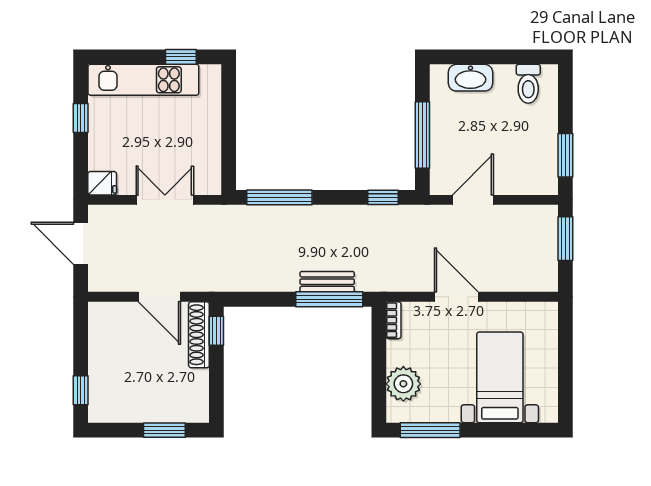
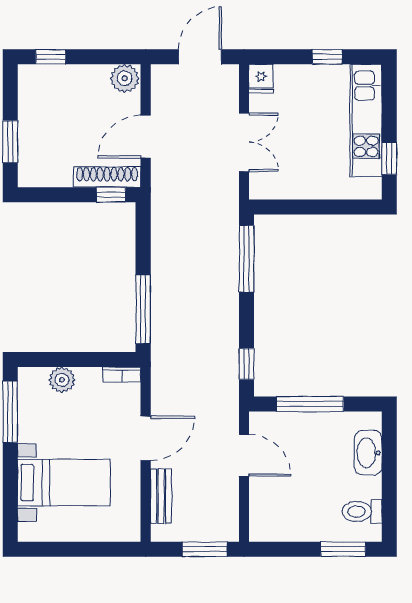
window: (565, 155) -> (343, 549), moved
bench: (327, 282) -> (161, 496), moved
plant: (102, 317) -> (125, 78), added
plant: (403, 384) -> (62, 380), width x0.73, depth x0.73

